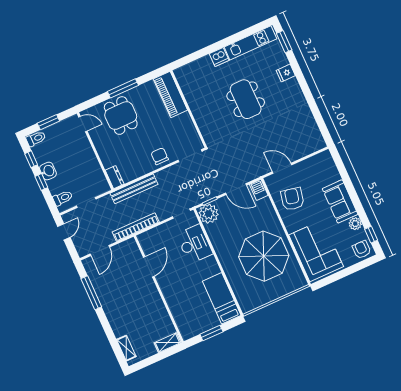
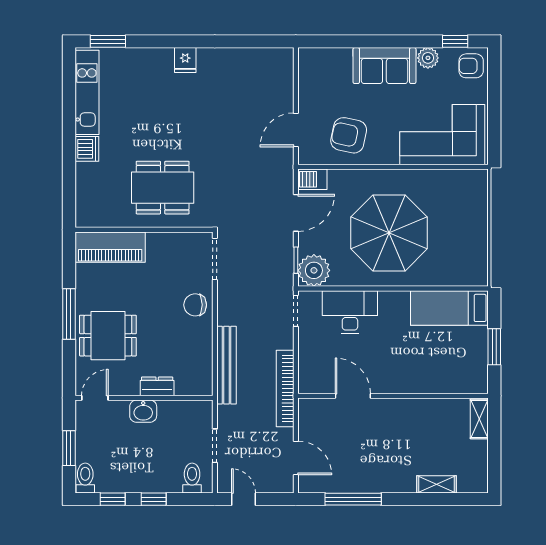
fridge: (286, 73) -> (185, 60), moved
dining table: (246, 99) -> (163, 188), moved
washbasin: (48, 171) -> (143, 411), moved, turned 180
dresser: (115, 177) -> (157, 386), moved
parasol: (264, 256) -> (389, 233), moved
shelving: (126, 348) -> (437, 484), moved

